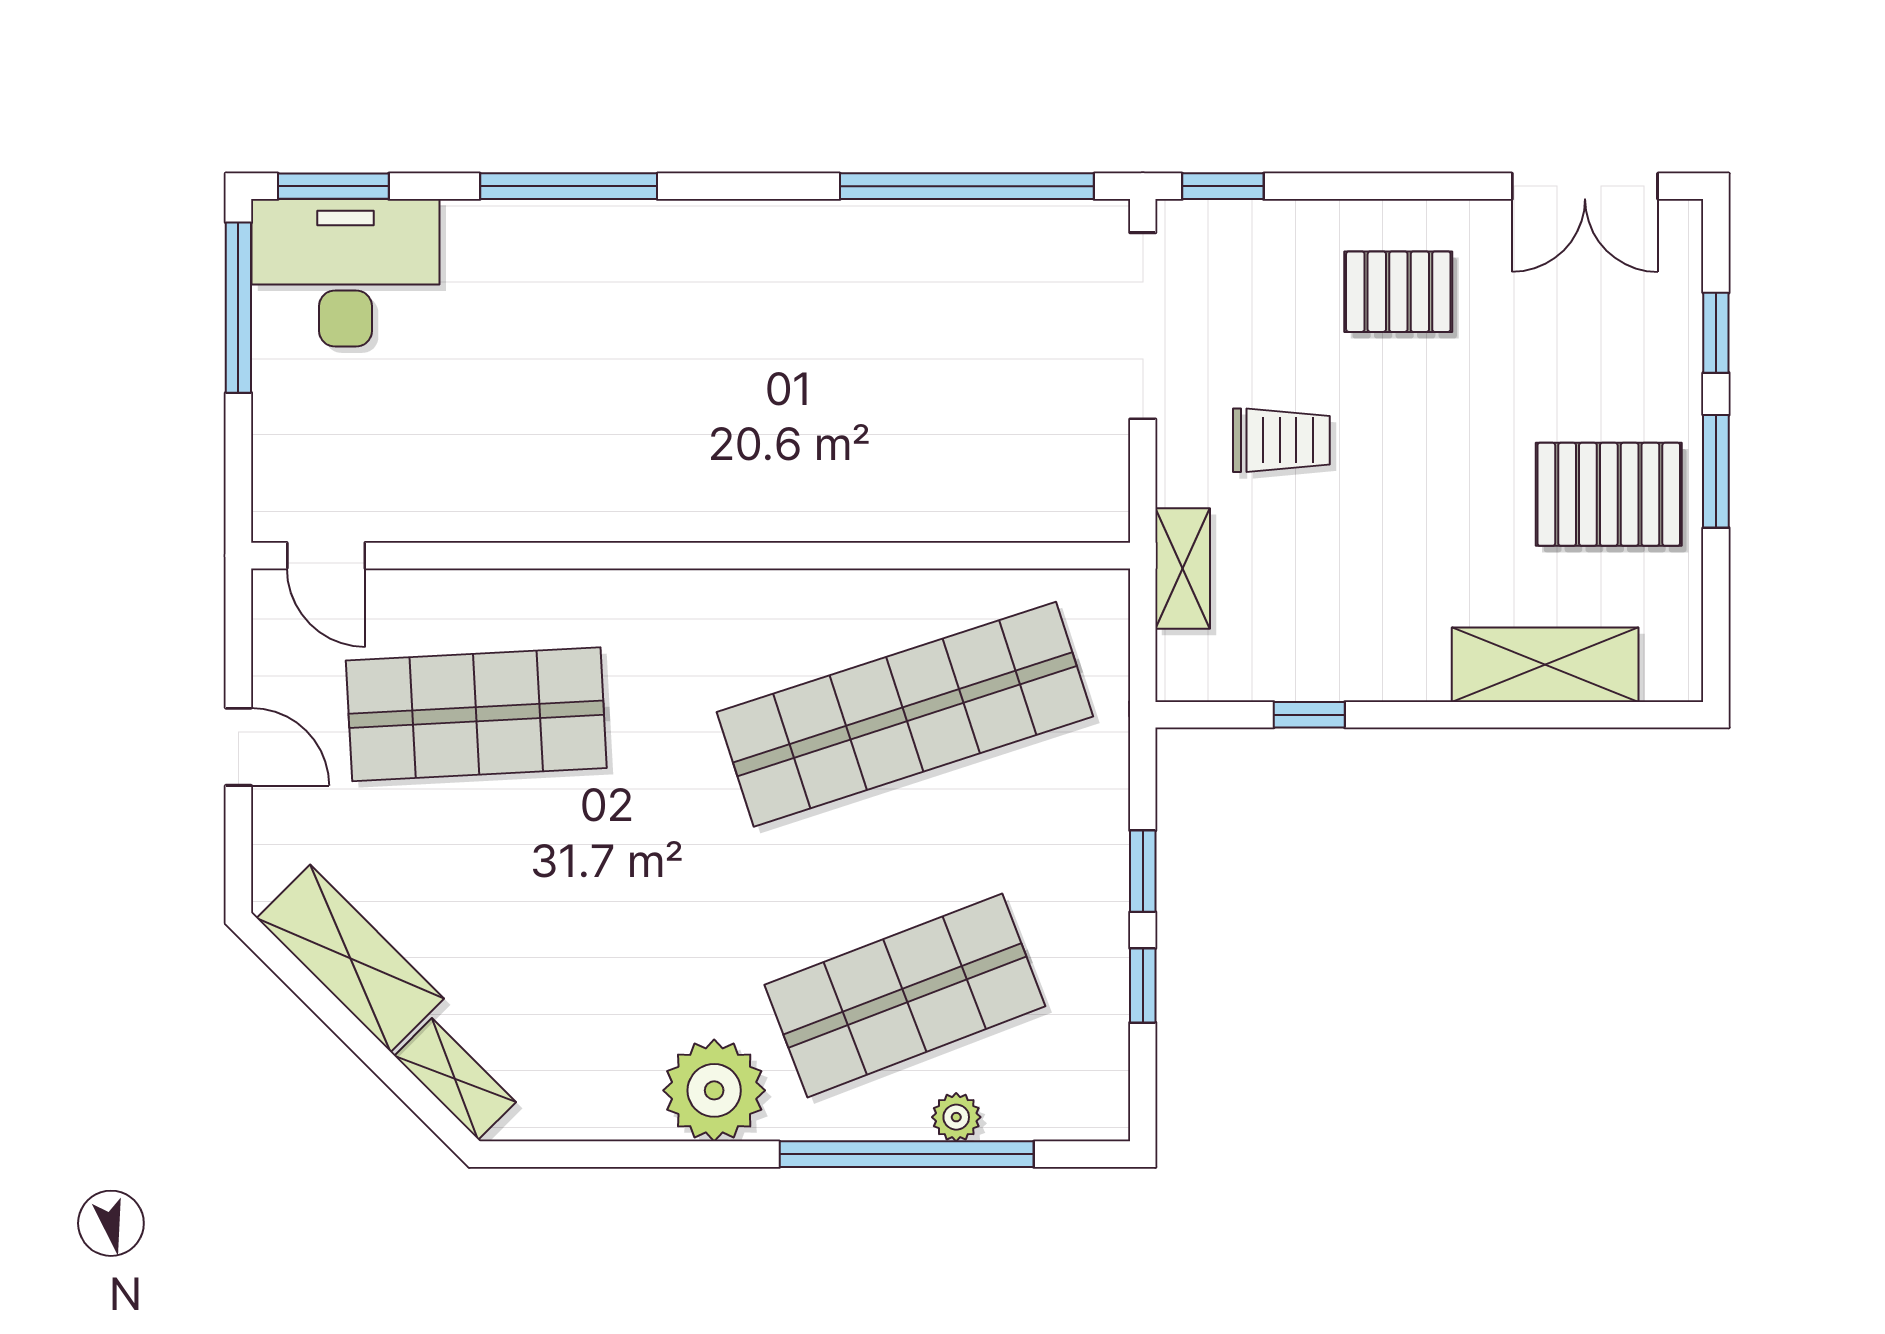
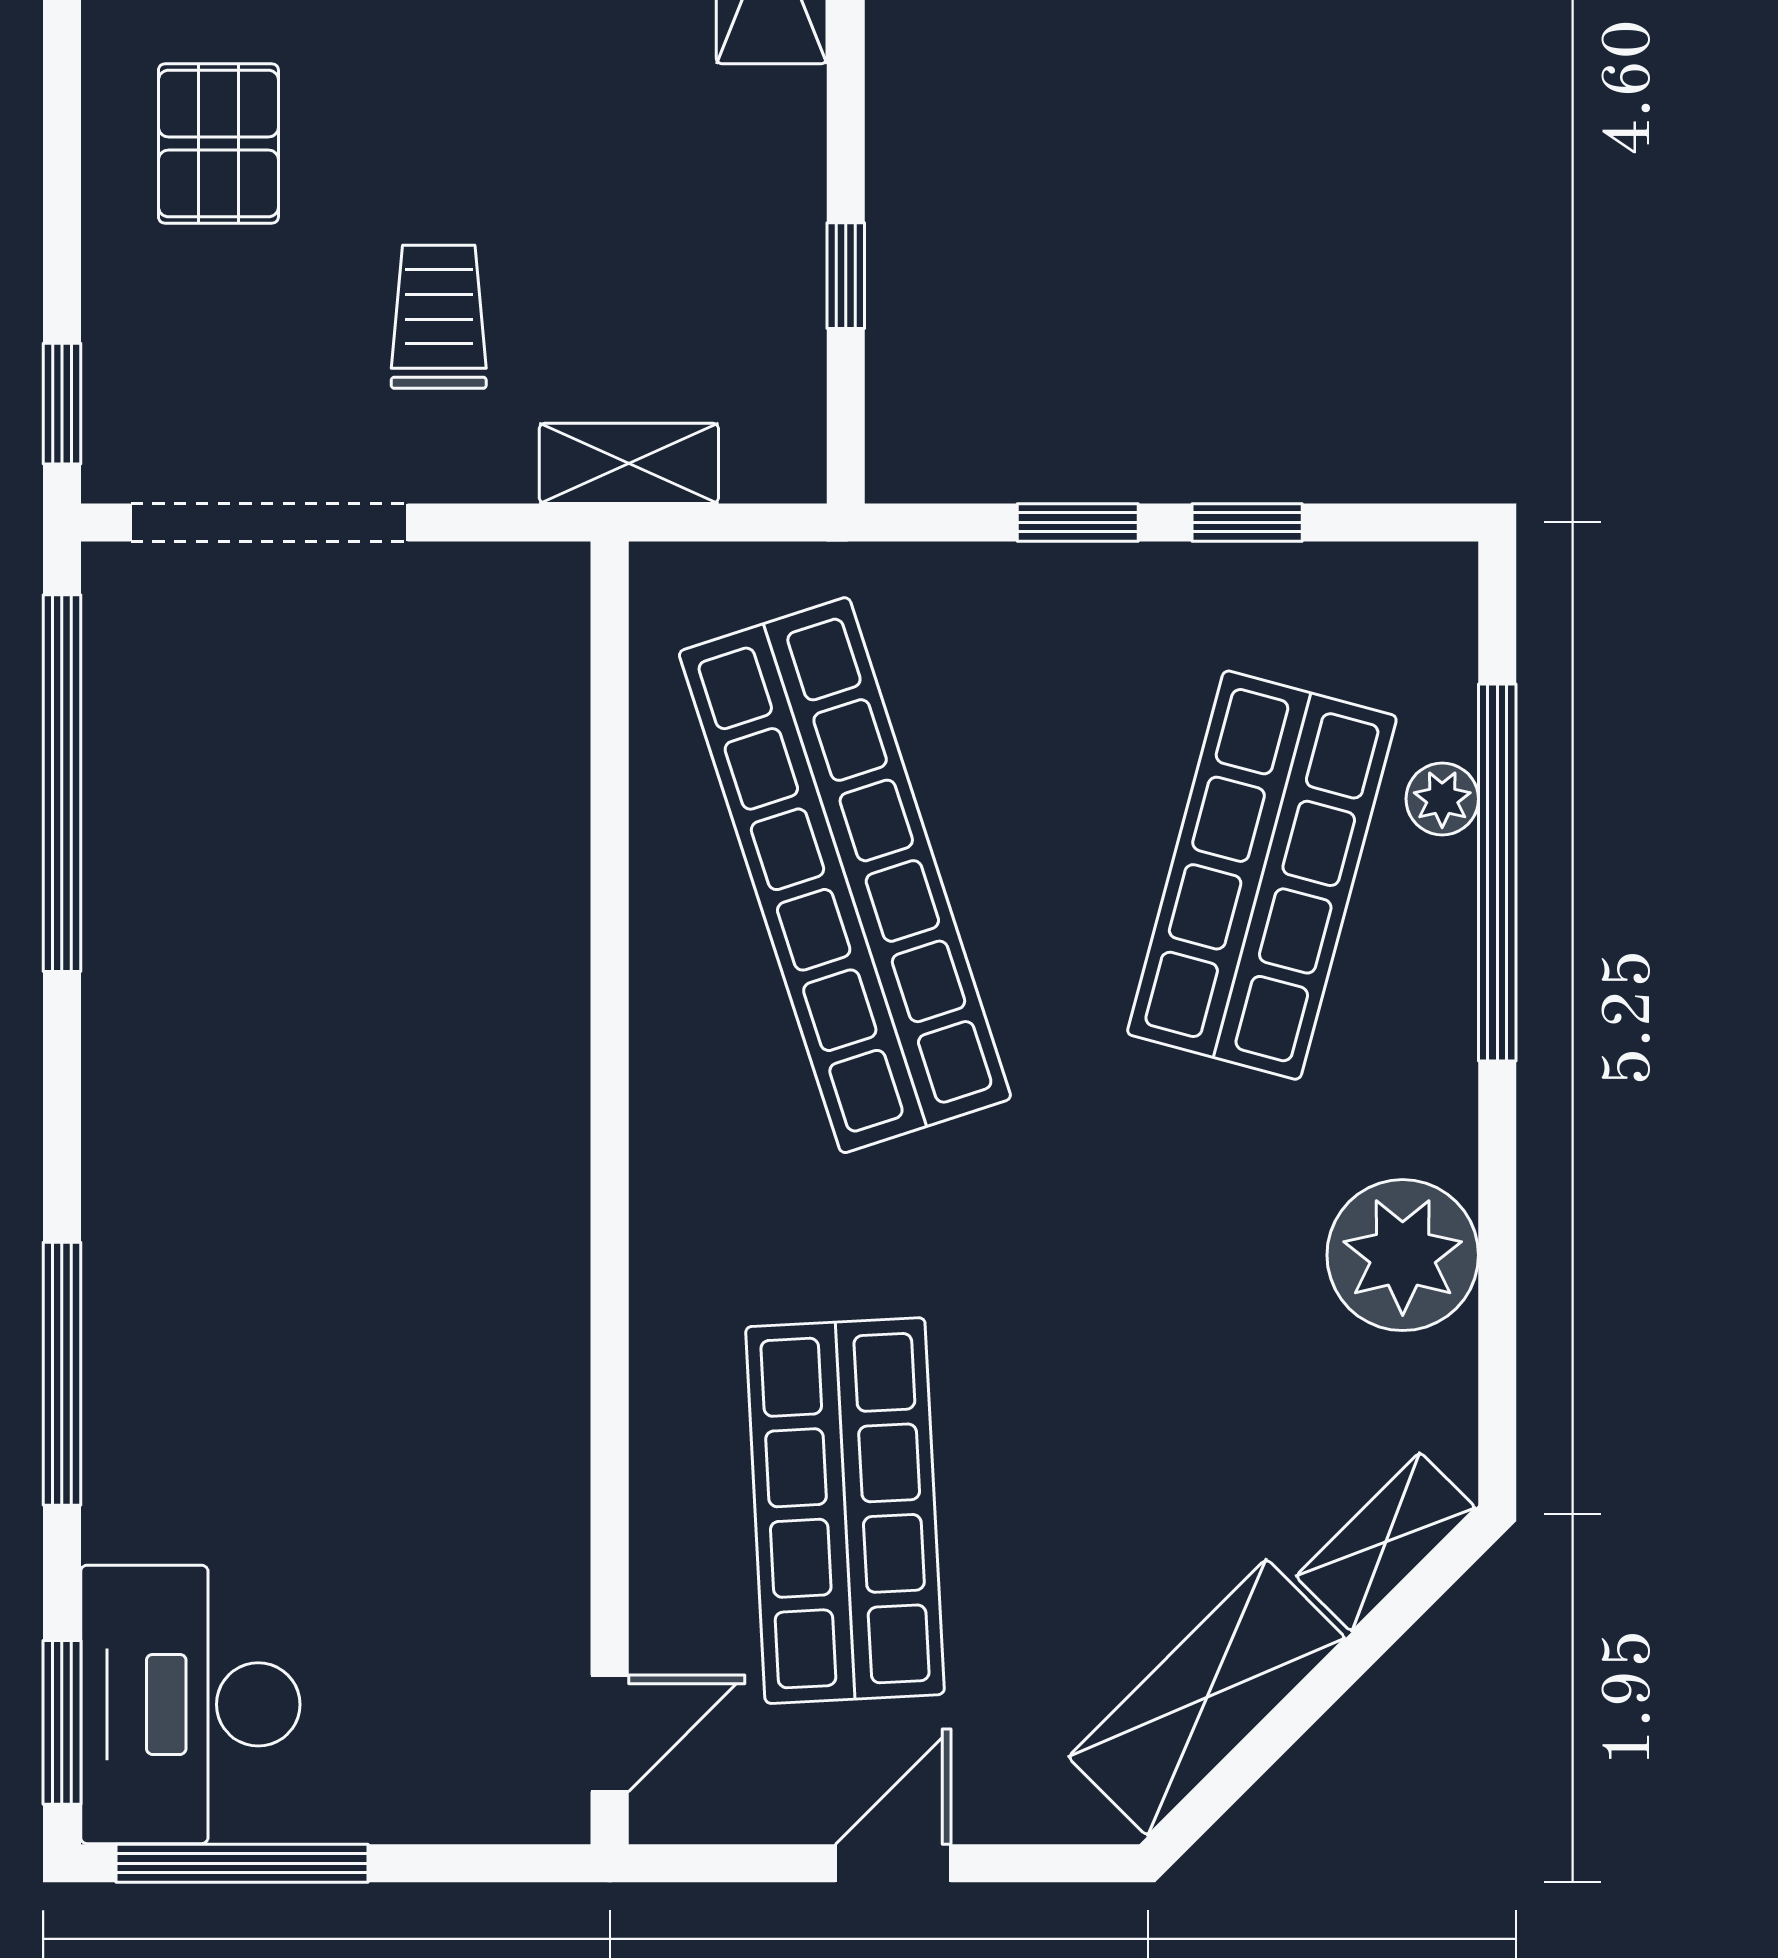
shop shelf: (905, 995) -> (1262, 875), turned 36
plant: (714, 1090) -> (1403, 1255), moved

